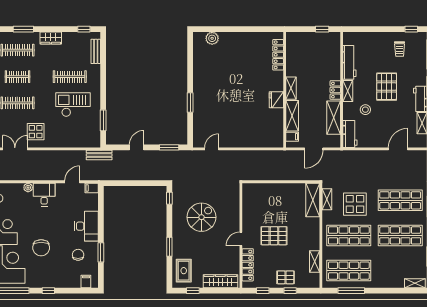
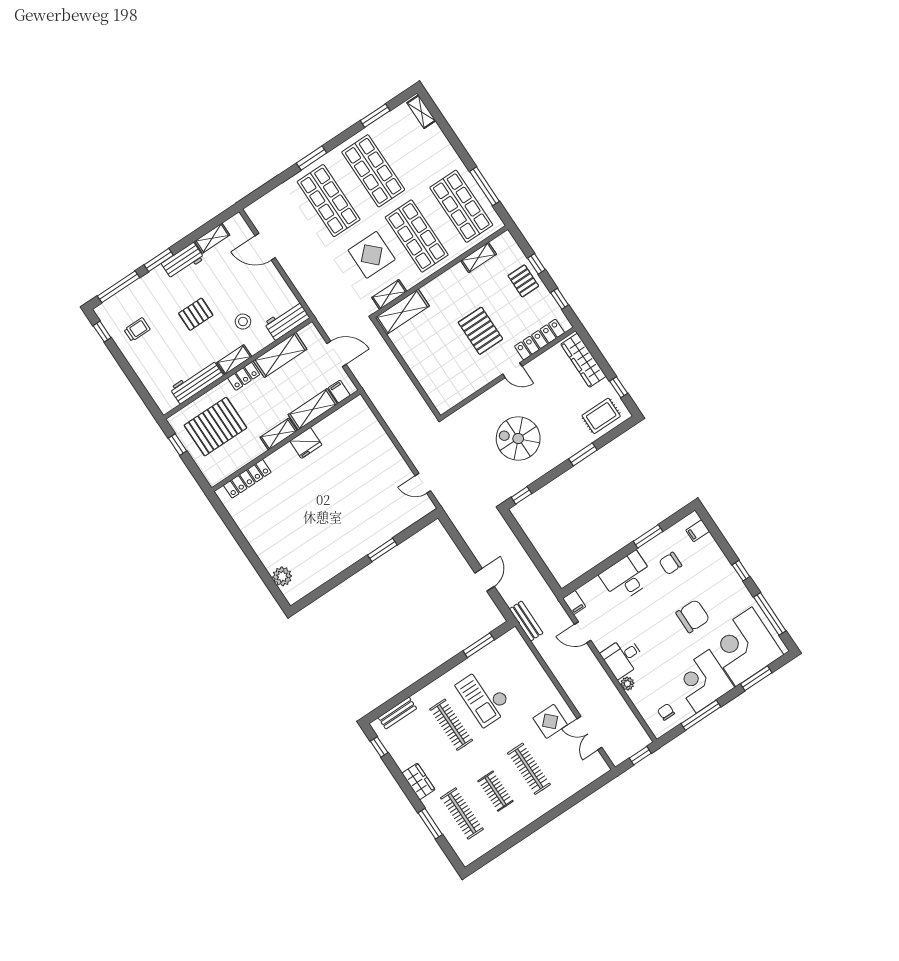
pallet: (318, 56) -> (215, 427), added
pallet: (387, 87) -> (196, 314), width x0.67, depth x0.71
door: (137, 147) -> (485, 580), swing flipped
window: (169, 147) -> (457, 539), removed

